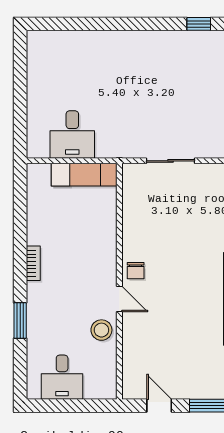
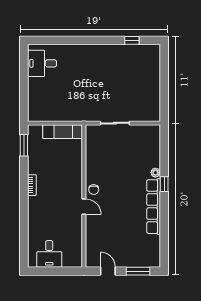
desk: (72, 134) -> (42, 63), moved, turned 90
window: (20, 320) -> (24, 145), moved
stool: (101, 330) -> (73, 225), removed

